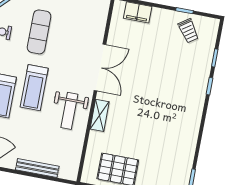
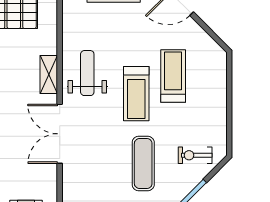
treadmill: (34, 88) -> (136, 94), turned 180

